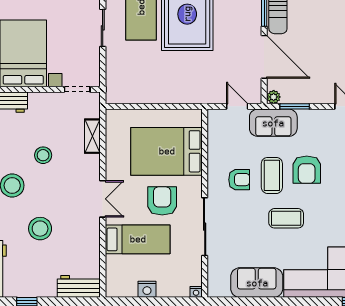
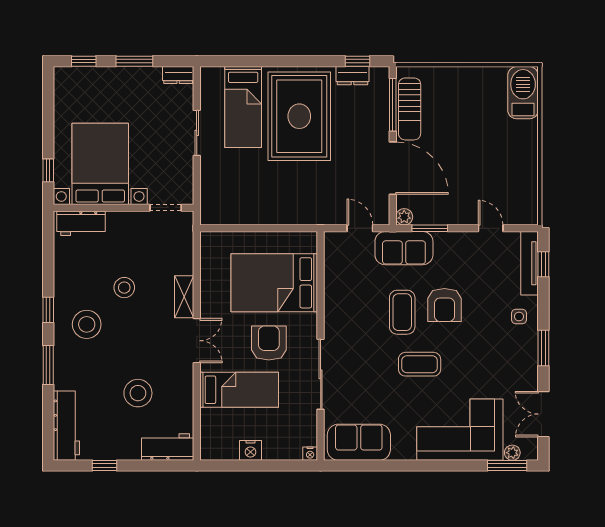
shelving: (92, 136) -> (184, 297), moved
armchair: (239, 180) -> (362, 317), removed
stool: (40, 229) -> (138, 393), moved
sofa: (257, 283) -> (359, 442), moved

